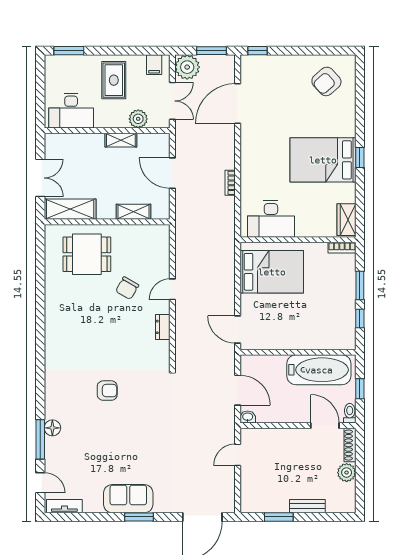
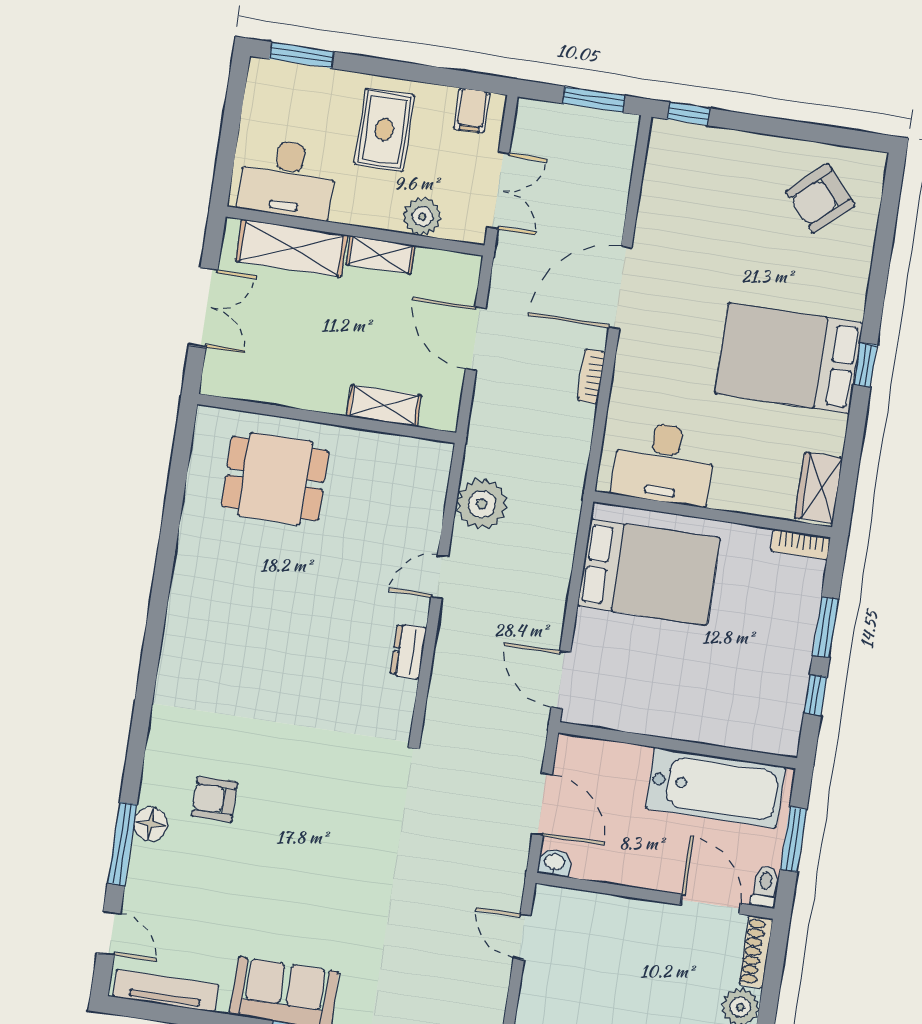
plant: (187, 67) -> (482, 504), moved
door: (238, 104) -> (620, 288), moved
shelving: (70, 209) -> (292, 248), moved
chair: (127, 288) -> (347, 561), removed
window: (360, 389) -> (794, 839), width x1.50
armchair: (107, 391) -> (214, 799), moved, turned 180
door: (238, 455) -> (522, 937), hinge flipped
tv unit: (64, 506) -> (166, 991), width x1.41

